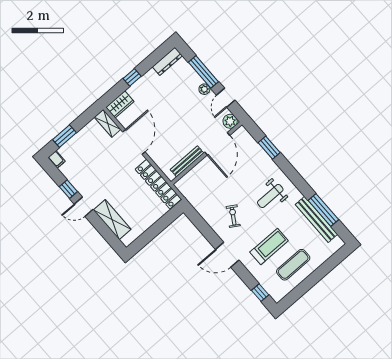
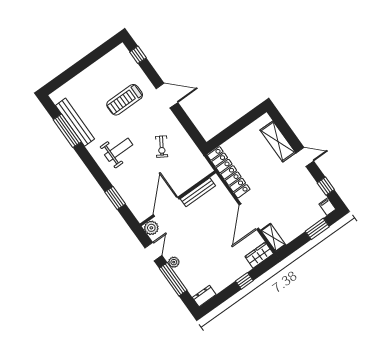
dresser: (167, 61) -> (204, 296), width x0.70
window: (68, 189) -> (326, 186), moved
exercise bike: (233, 216) -> (162, 147), moved
exercise mat: (293, 265) -> (102, 79), removed

